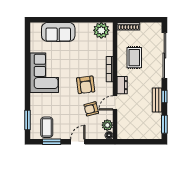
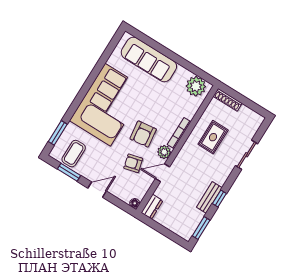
sofa: (58, 32) -> (149, 59), width x1.36
sliding door: (164, 55) -> (247, 155), width x0.54
corner sofa: (44, 73) -> (108, 105), width x1.36, depth x1.36
dresser: (122, 85) -> (152, 207), moved
plant: (107, 125) -> (164, 152), moved

